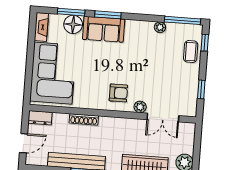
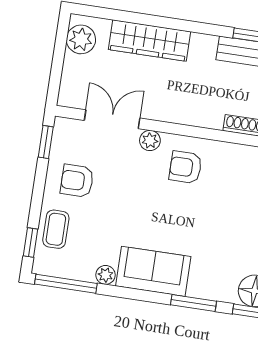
sofa: (104, 29) -> (153, 271), moved
armchair: (181, 80) -> (77, 181), added
window: (201, 89) -> (46, 142), moved

